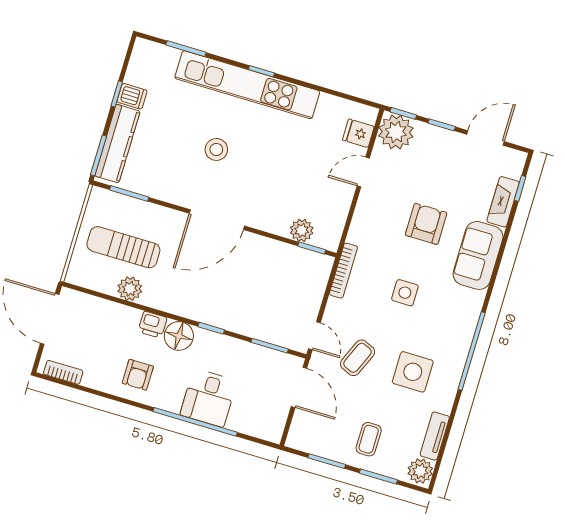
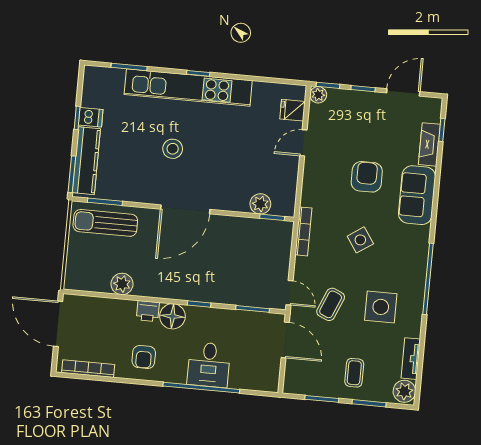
plant: (396, 132) -> (318, 95), width x0.53, depth x0.53
sun lounger: (123, 247) -> (105, 223), moved
side table: (405, 293) -> (360, 240), turned -34
bookcase: (63, 372) -> (88, 369), width x1.56

